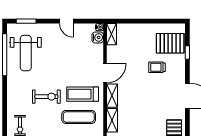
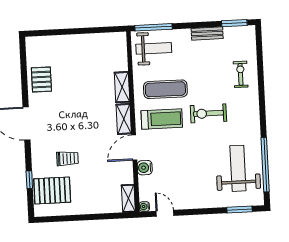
door: (66, 21) -> (165, 213), moved
water cooler: (98, 37) -> (145, 168), moved

